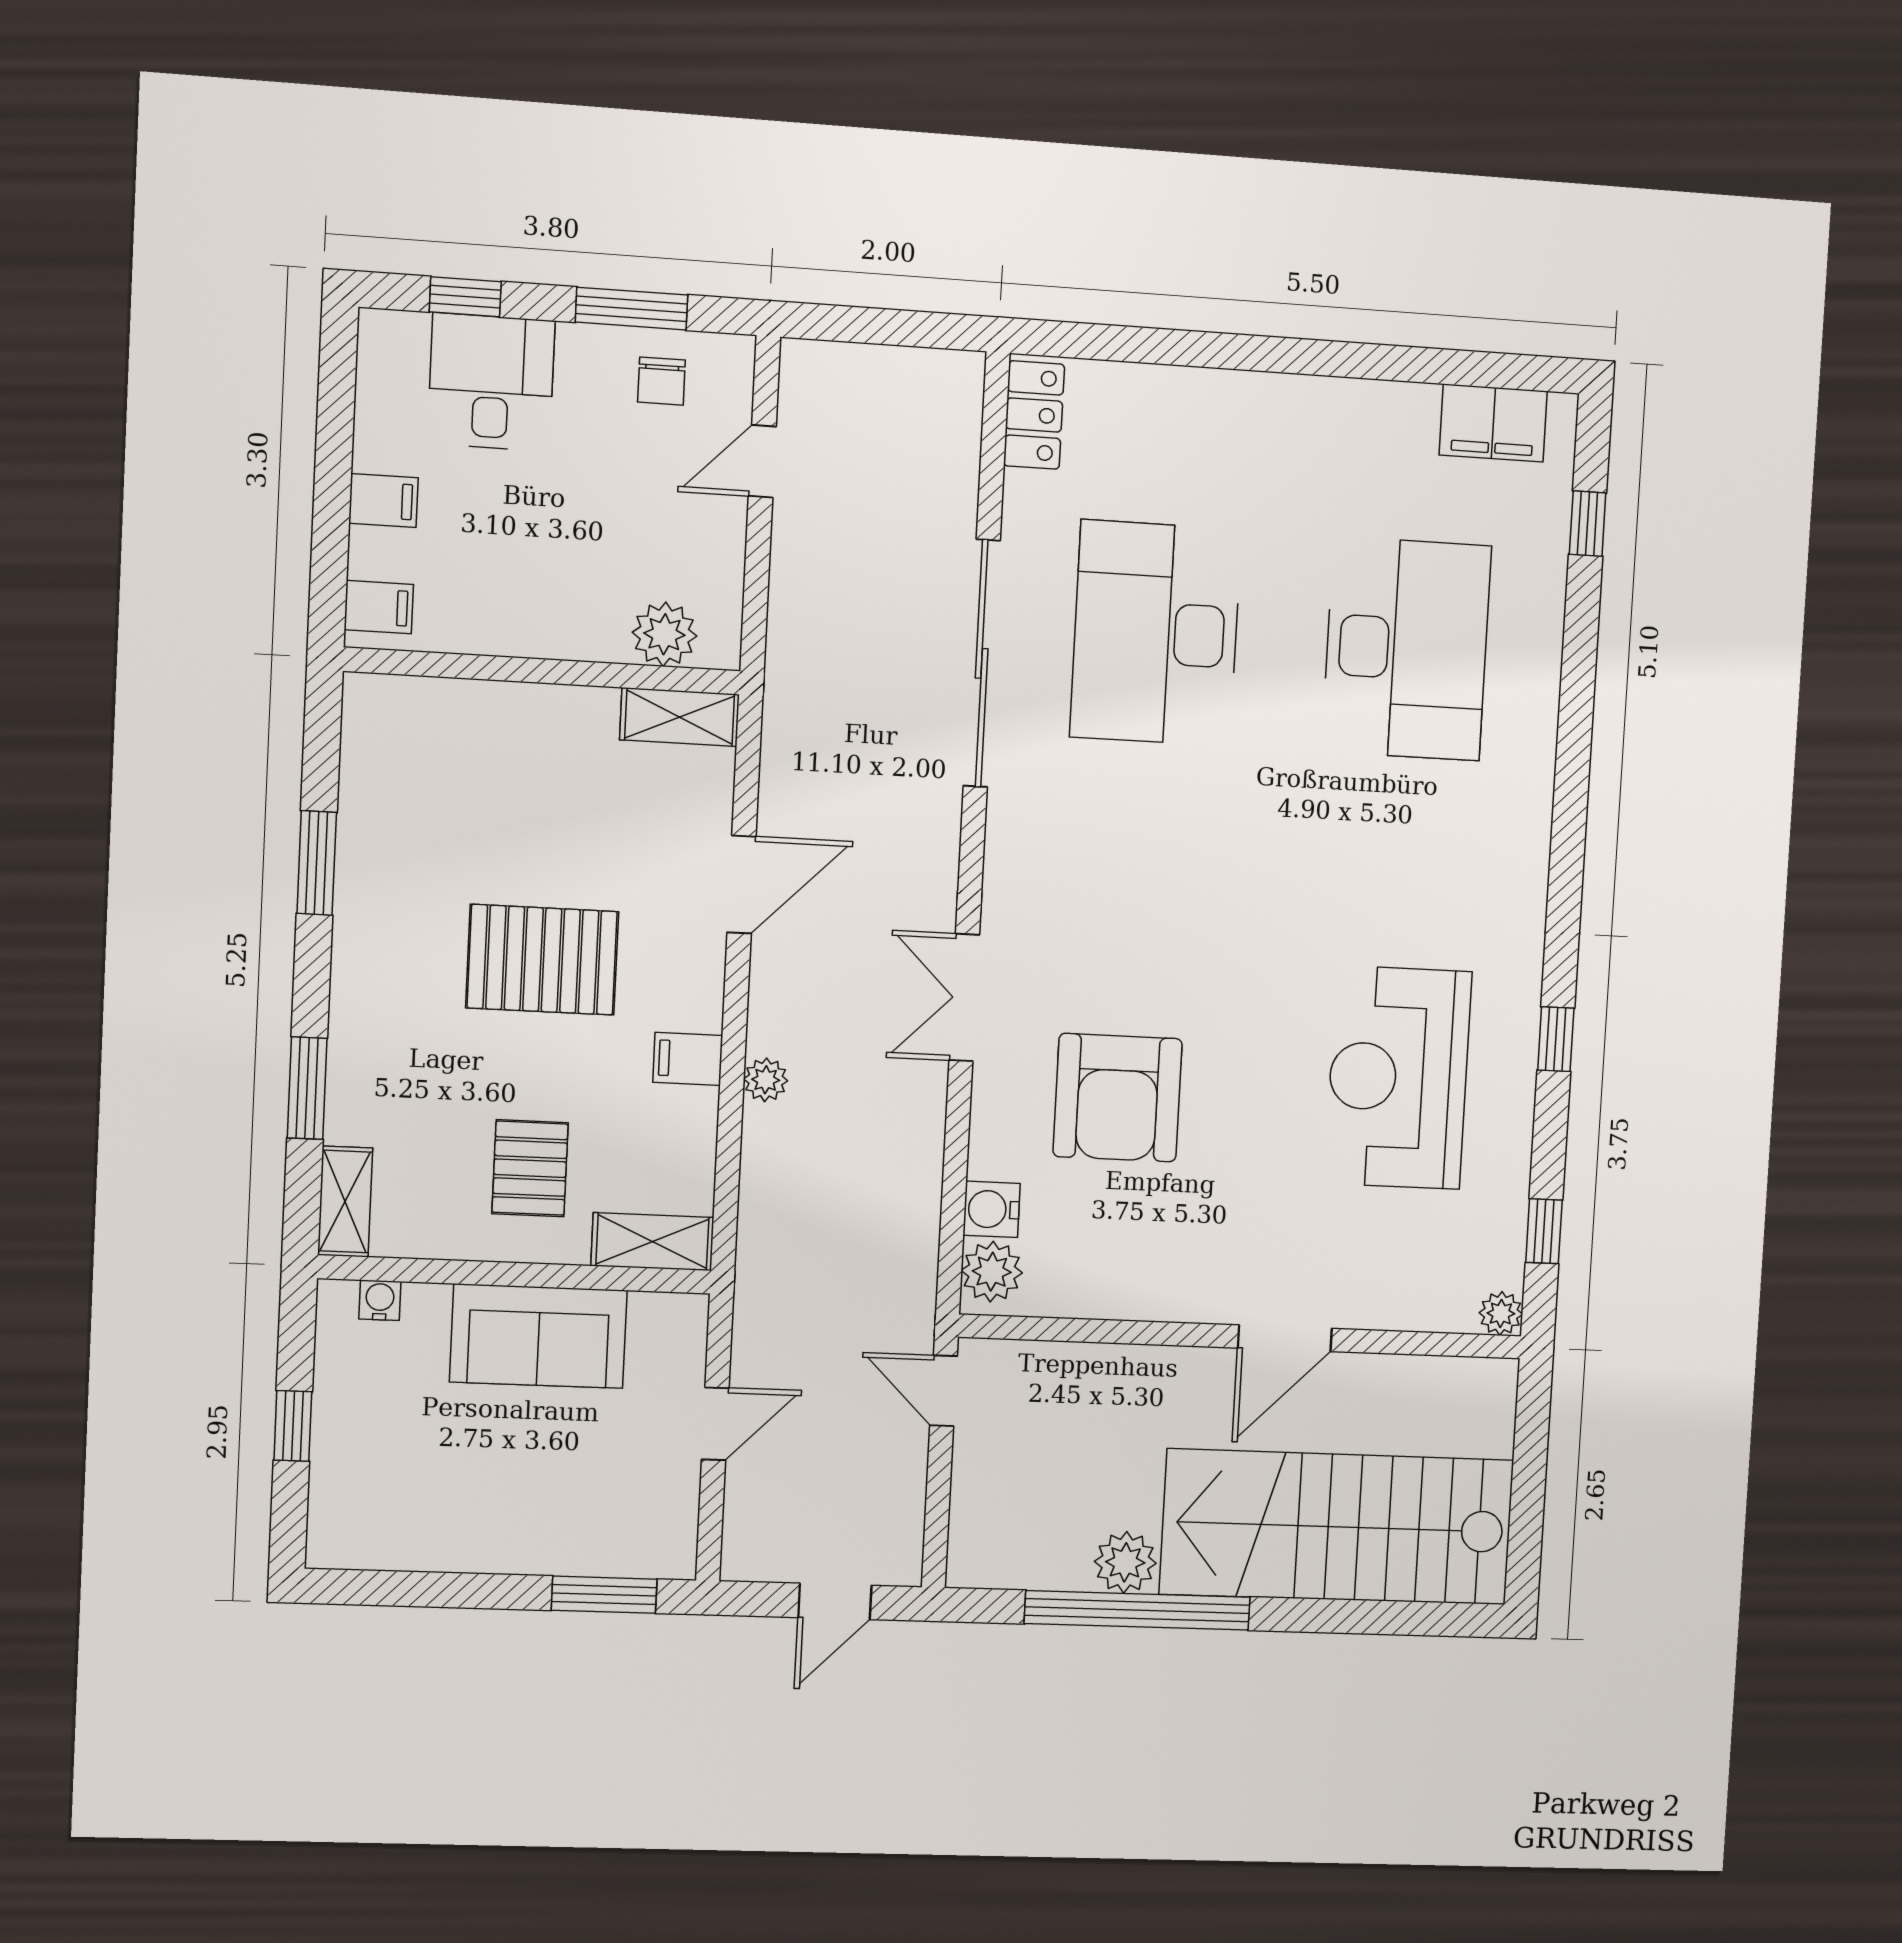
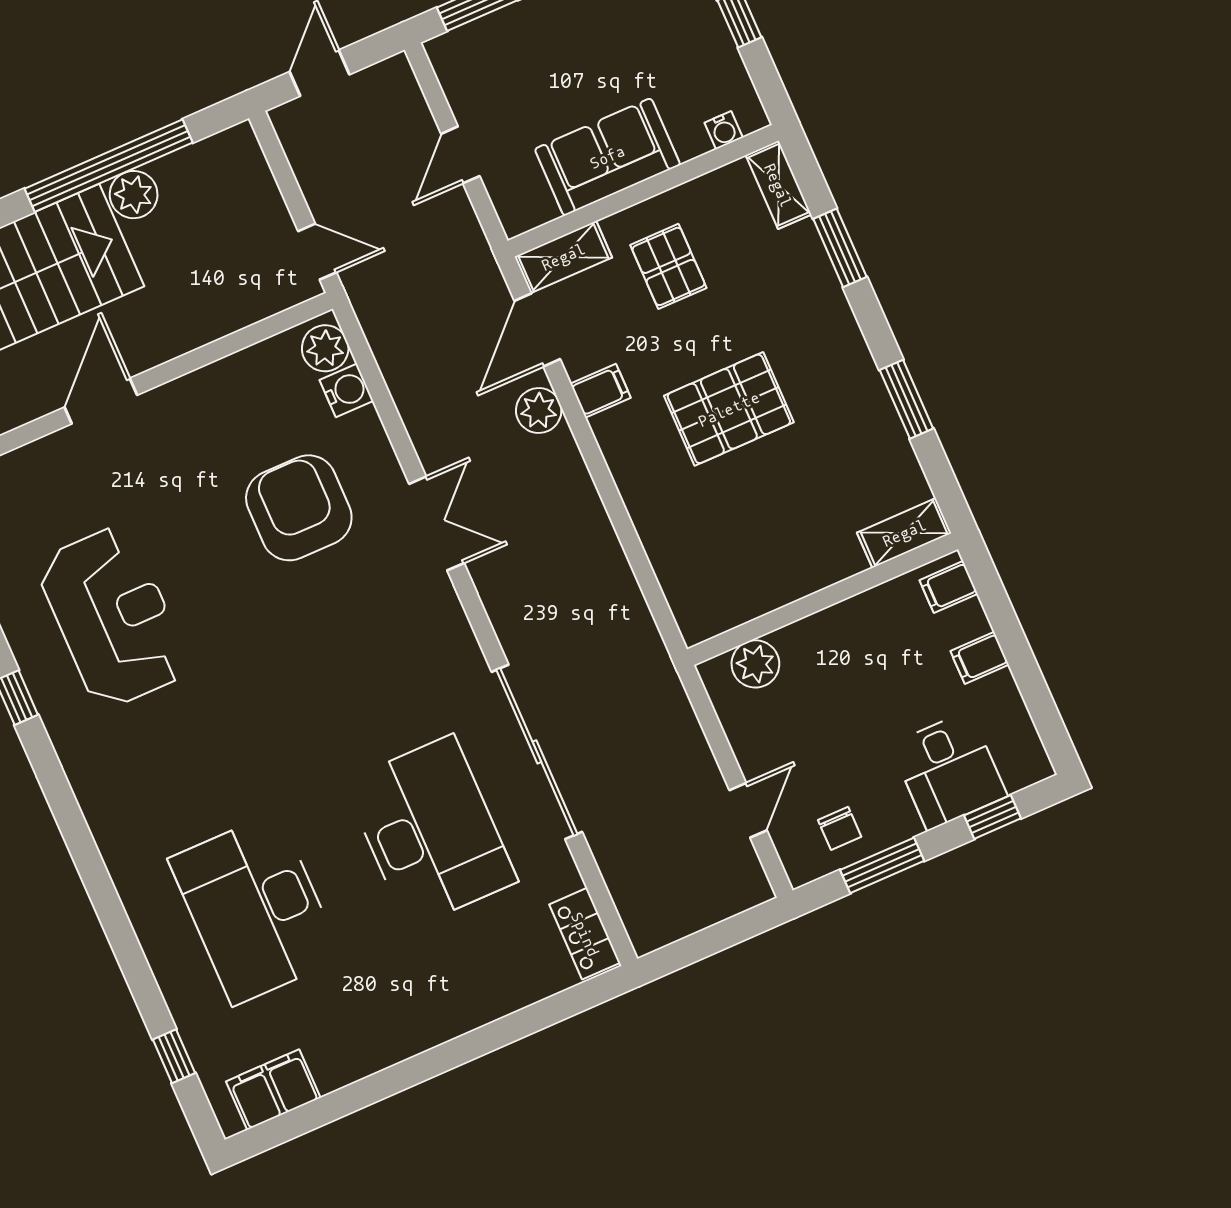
chair: (661, 381) -> (840, 828), turned 180
shelving: (680, 717) -> (904, 533), moved
door: (742, 884) -> (537, 330), moved
plant: (766, 1080) -> (539, 411), width x1.38, depth x1.38

